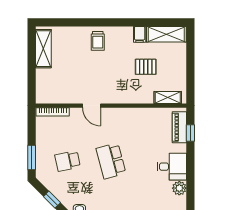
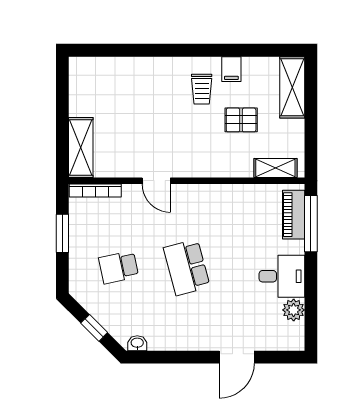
shelving: (166, 34) -> (292, 87), moved, turned 90
trolley: (98, 41) -> (202, 89), moved
shelving: (43, 49) -> (81, 148), moved
window: (190, 133) -> (311, 224), width x2.17
window: (32, 158) -> (62, 233), moved

